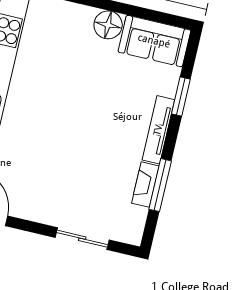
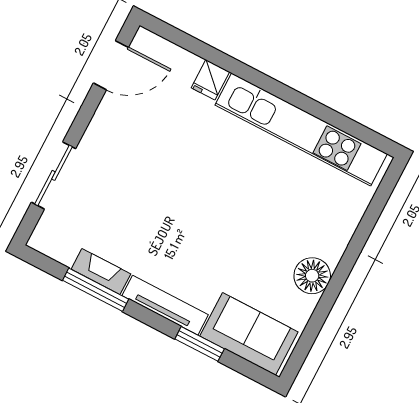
sofa: (154, 41) -> (249, 334), moved, turned 90

